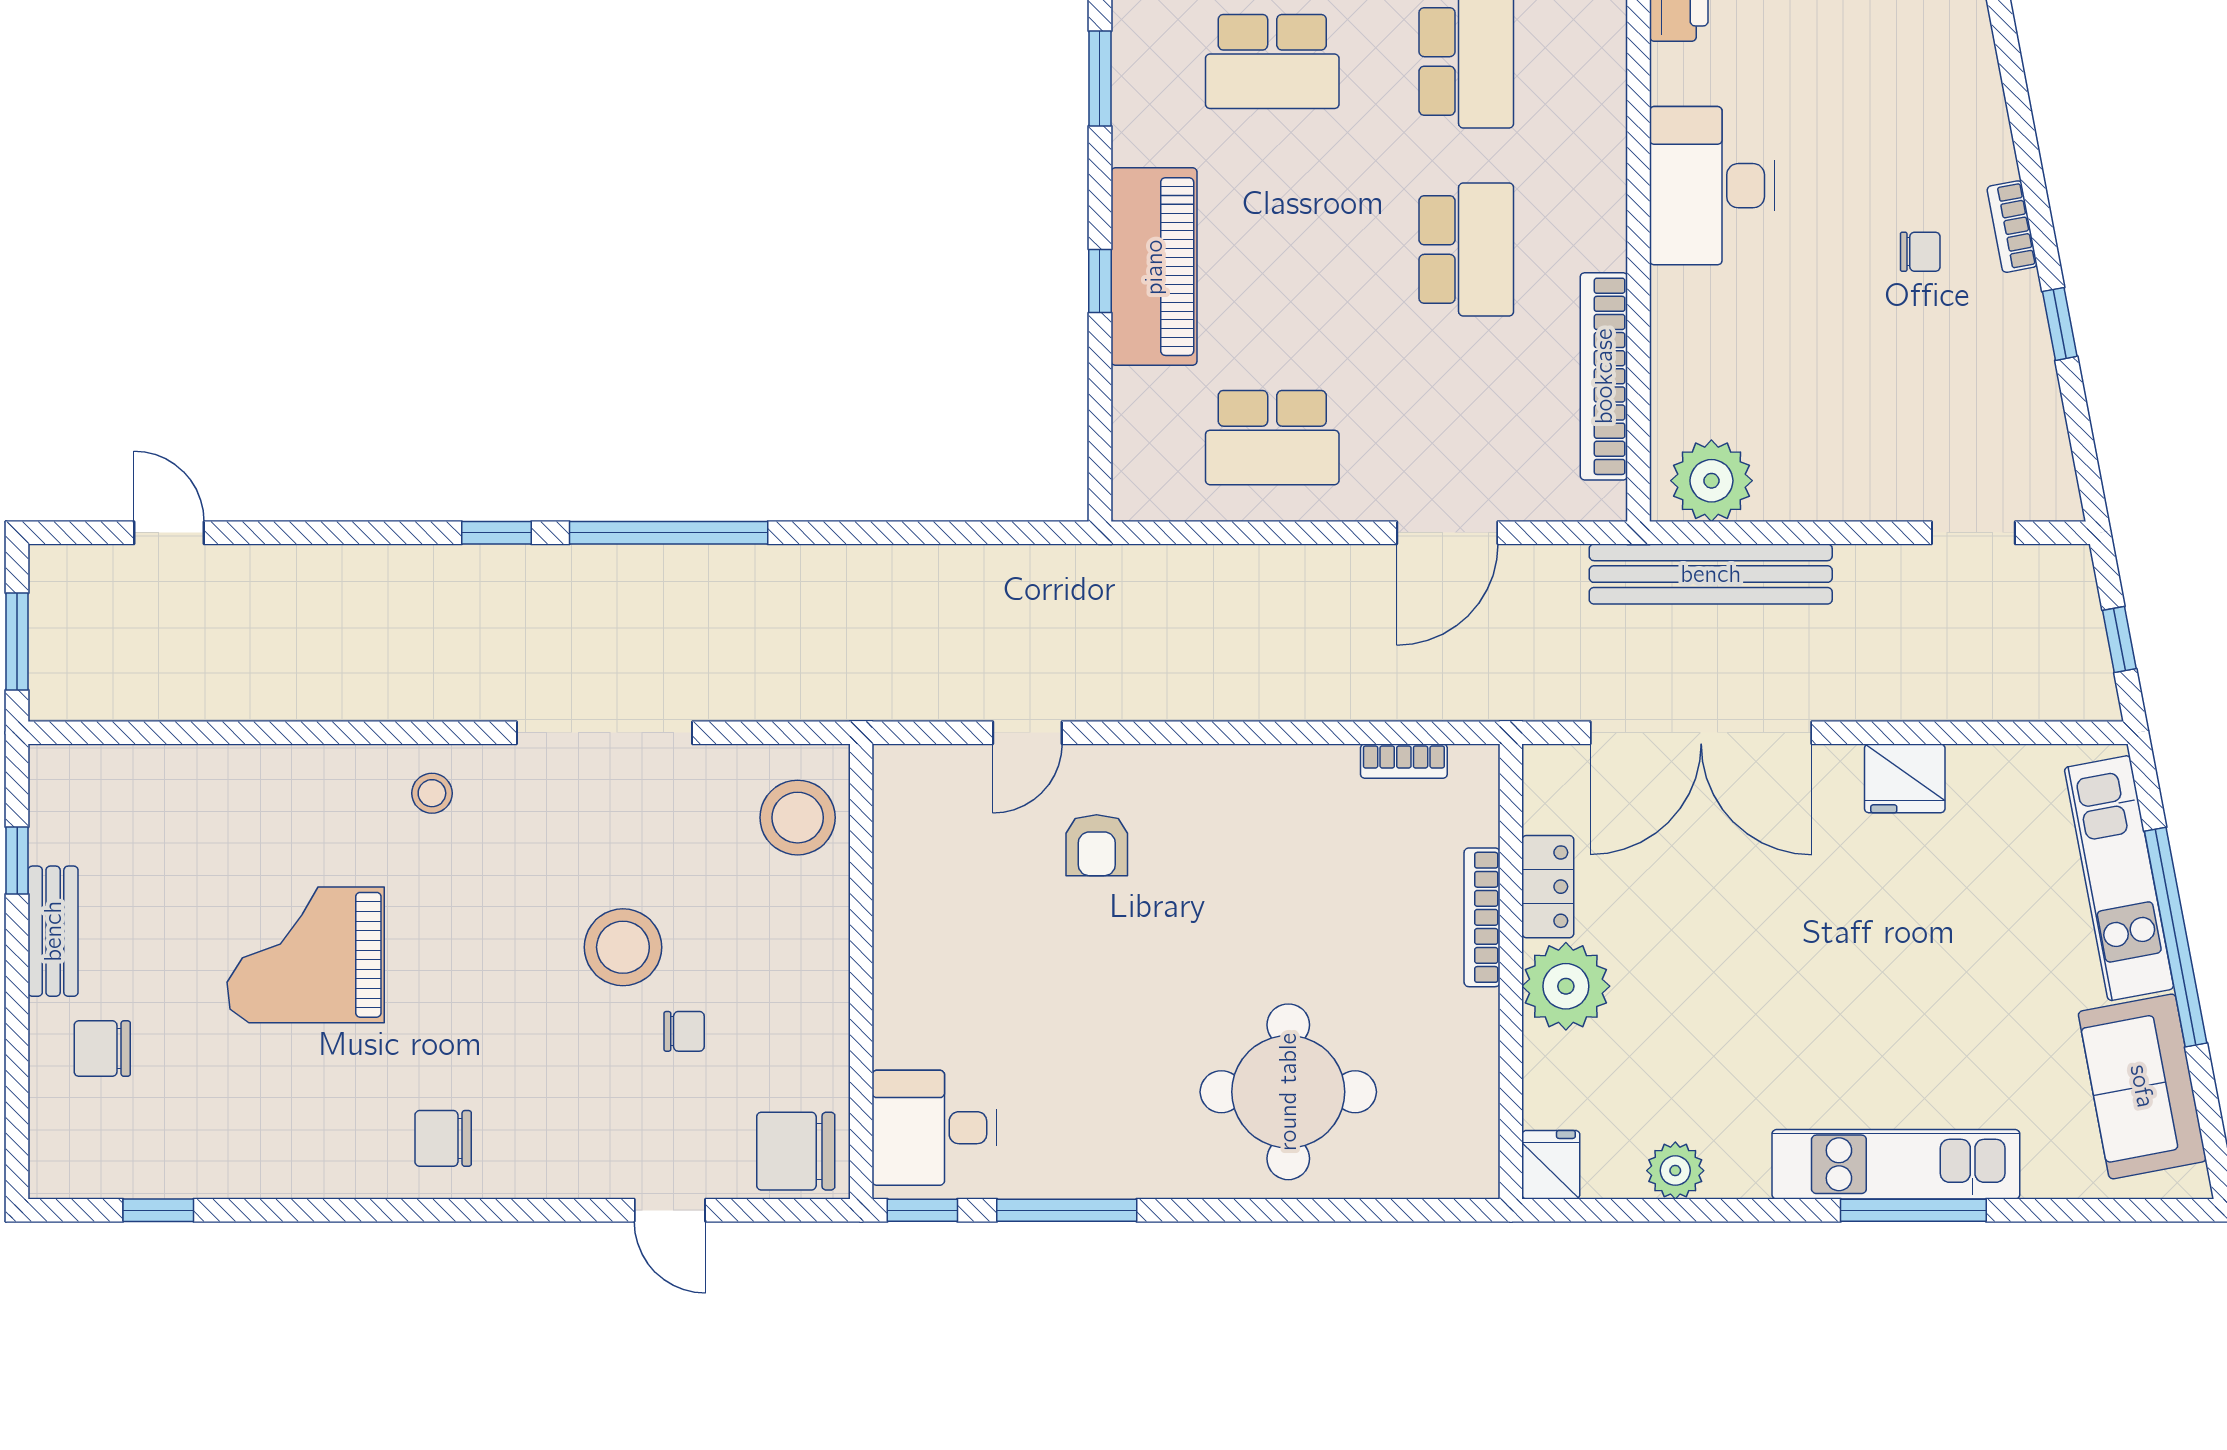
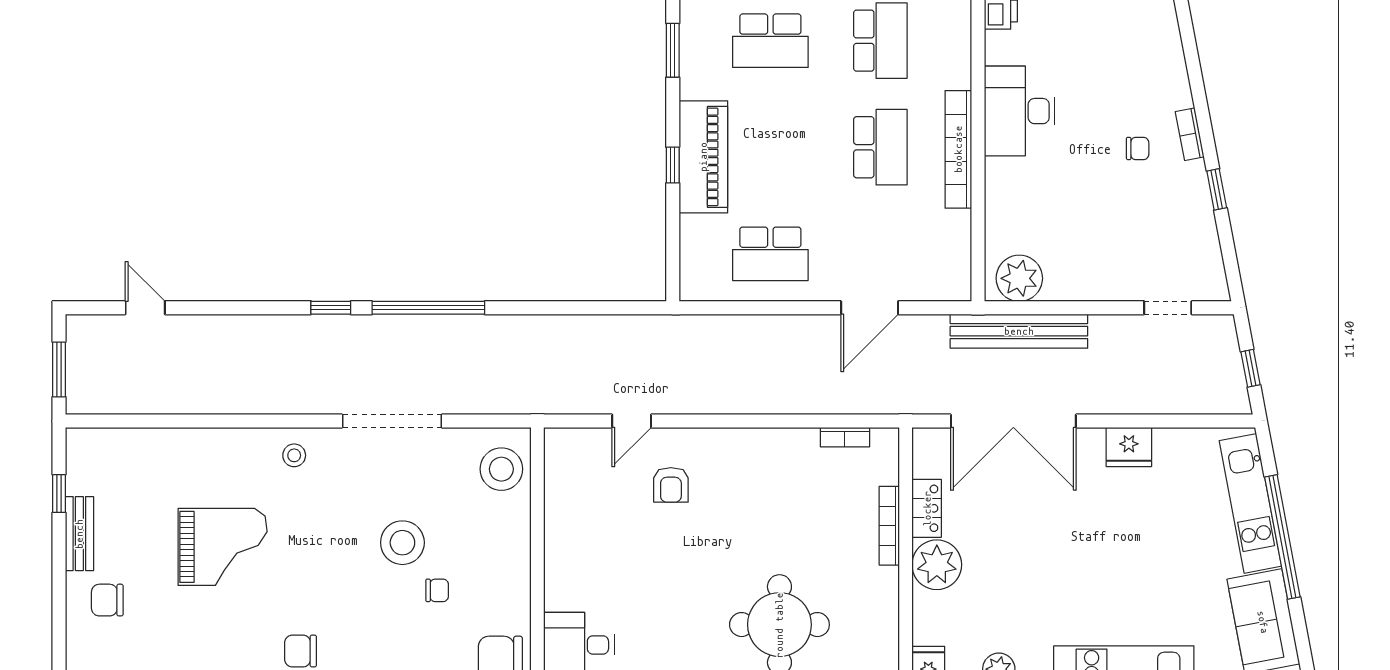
bookcase: (1604, 376) -> (958, 149), moved
grand piano: (306, 955) -> (223, 547), turned 180

